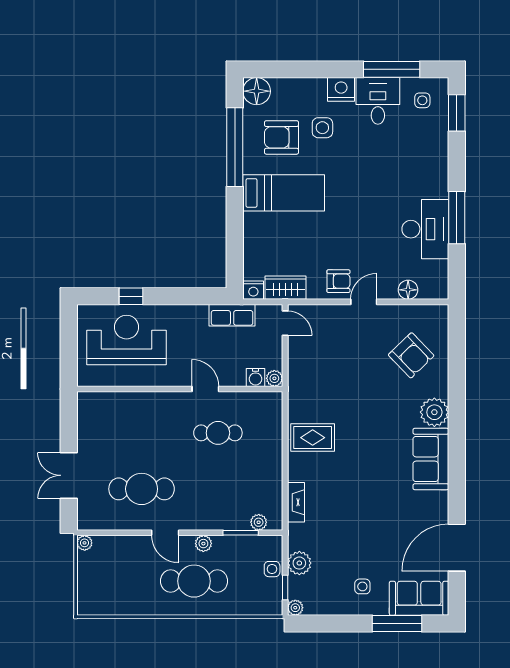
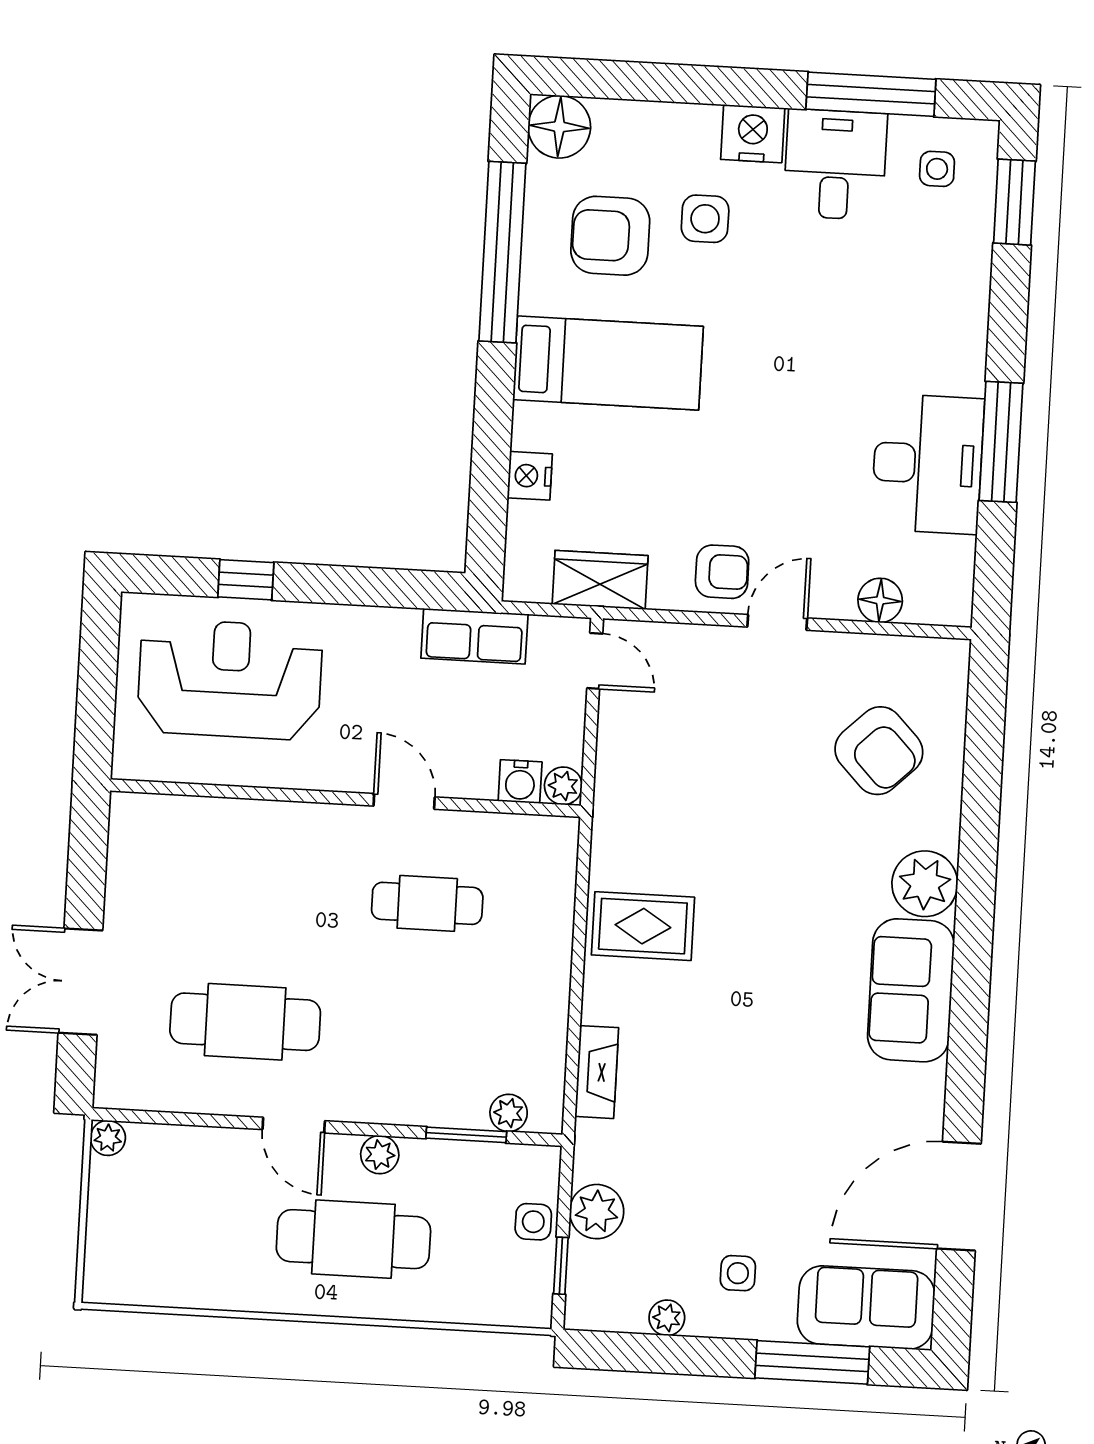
nightstand: (253, 290) -> (530, 476), moved, turned 90
plant: (295, 608) -> (667, 1318), moved

